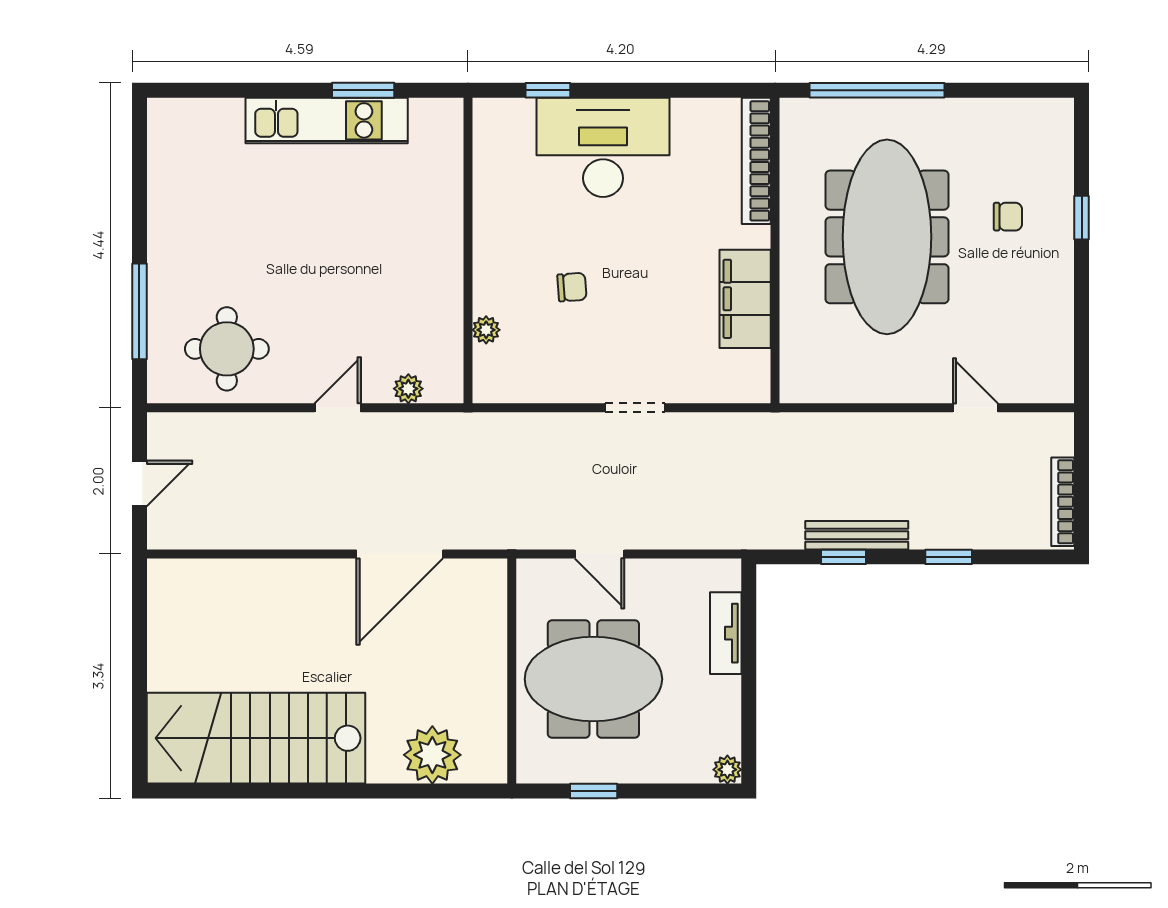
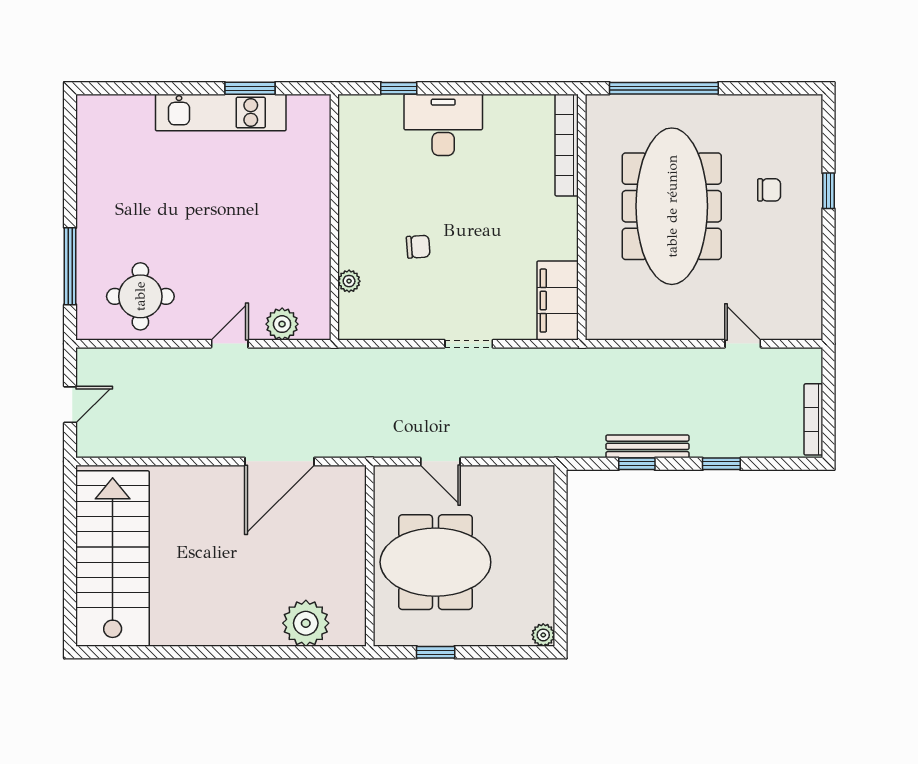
desk: (603, 147) -> (443, 125), width x0.73, depth x0.77
filing cabinet: (745, 299) -> (558, 301), moved
plant: (408, 389) -> (282, 324), width x1.38, depth x1.38
tv unit: (726, 633) -> (542, 525), removed
stairs: (256, 738) -> (113, 559), moved, turned 90

